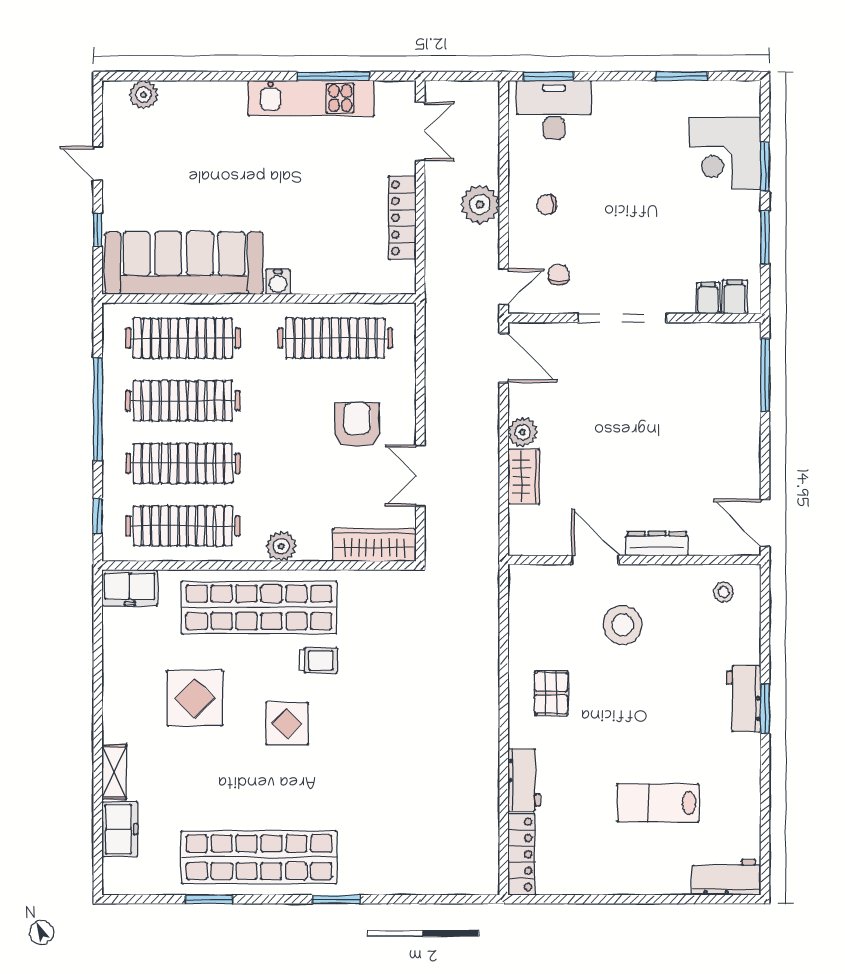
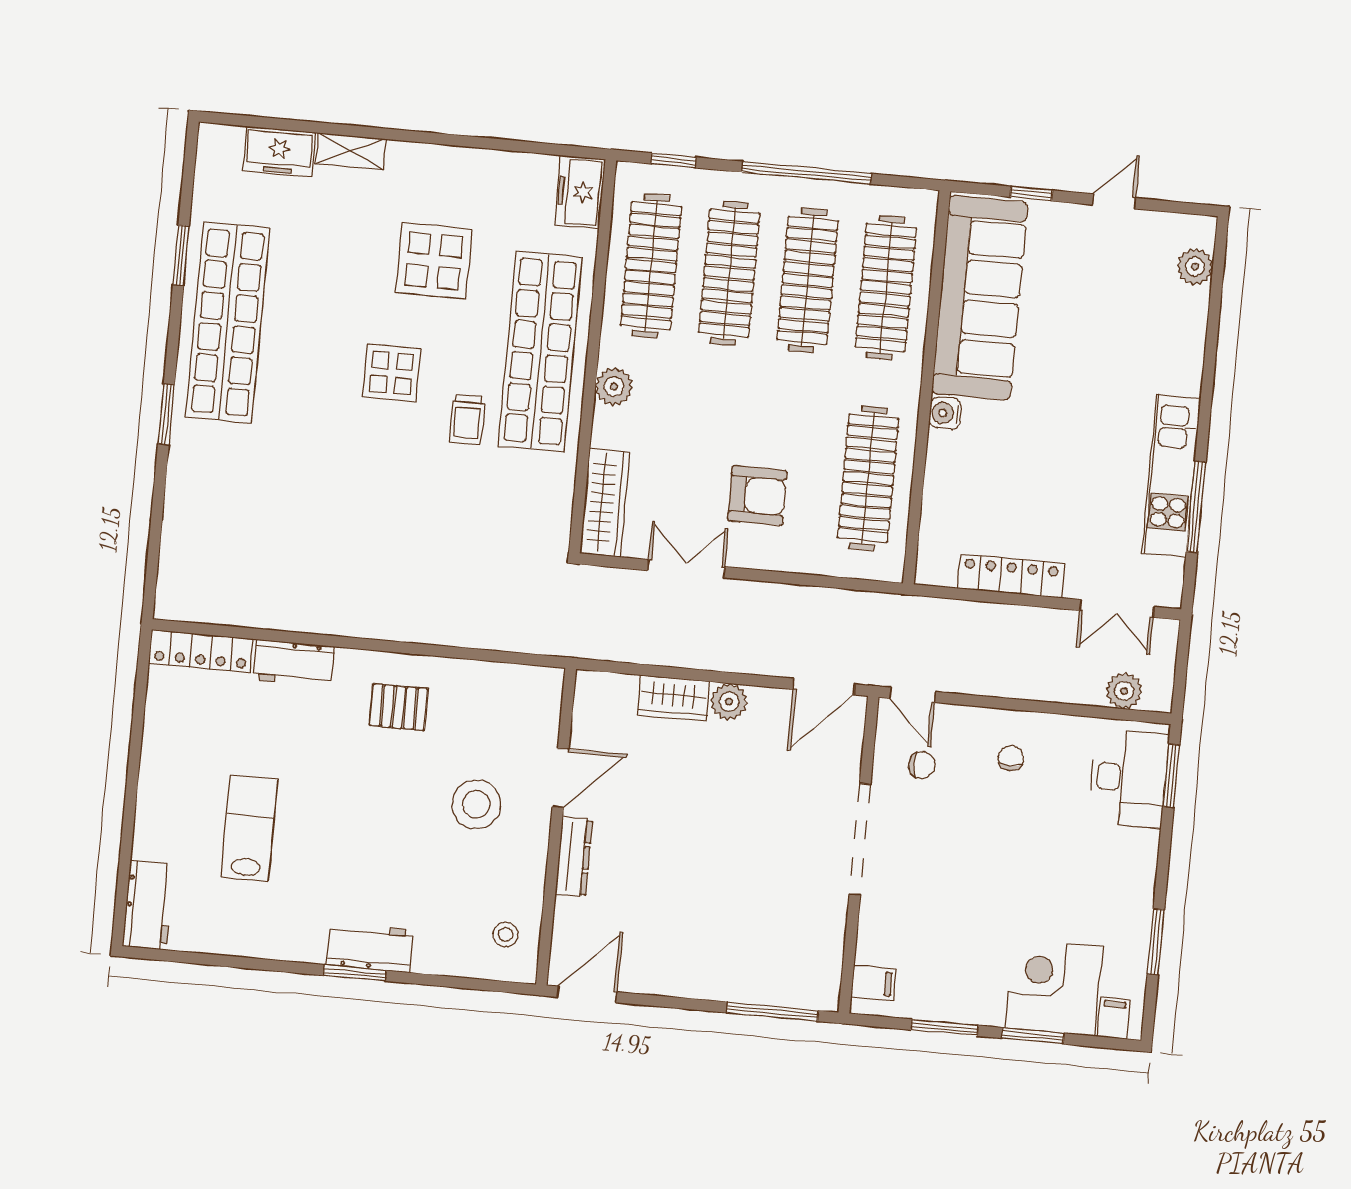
plant: (480, 204) -> (1124, 691), moved, width x0.73, depth x0.73
filing cabinet: (708, 298) -> (1114, 1018), moved, turned -90

